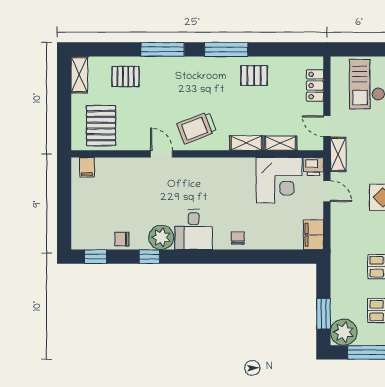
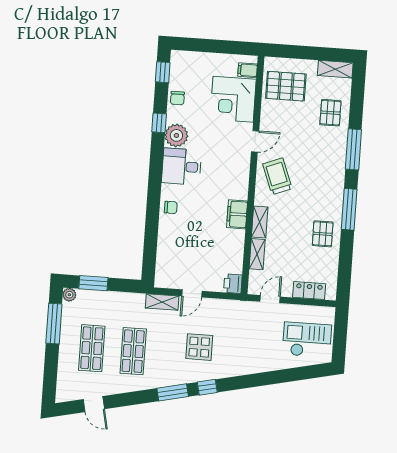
shelving: (338, 154) -> (162, 302), moved
corner desk: (279, 180) -> (233, 99), moved
door: (327, 191) -> (192, 293), moved
filing cabinet: (313, 235) -> (237, 214), moved, turned -90
chair: (122, 239) -> (177, 98), turned 180
plant: (344, 332) -> (69, 295), width x0.53, depth x0.53

